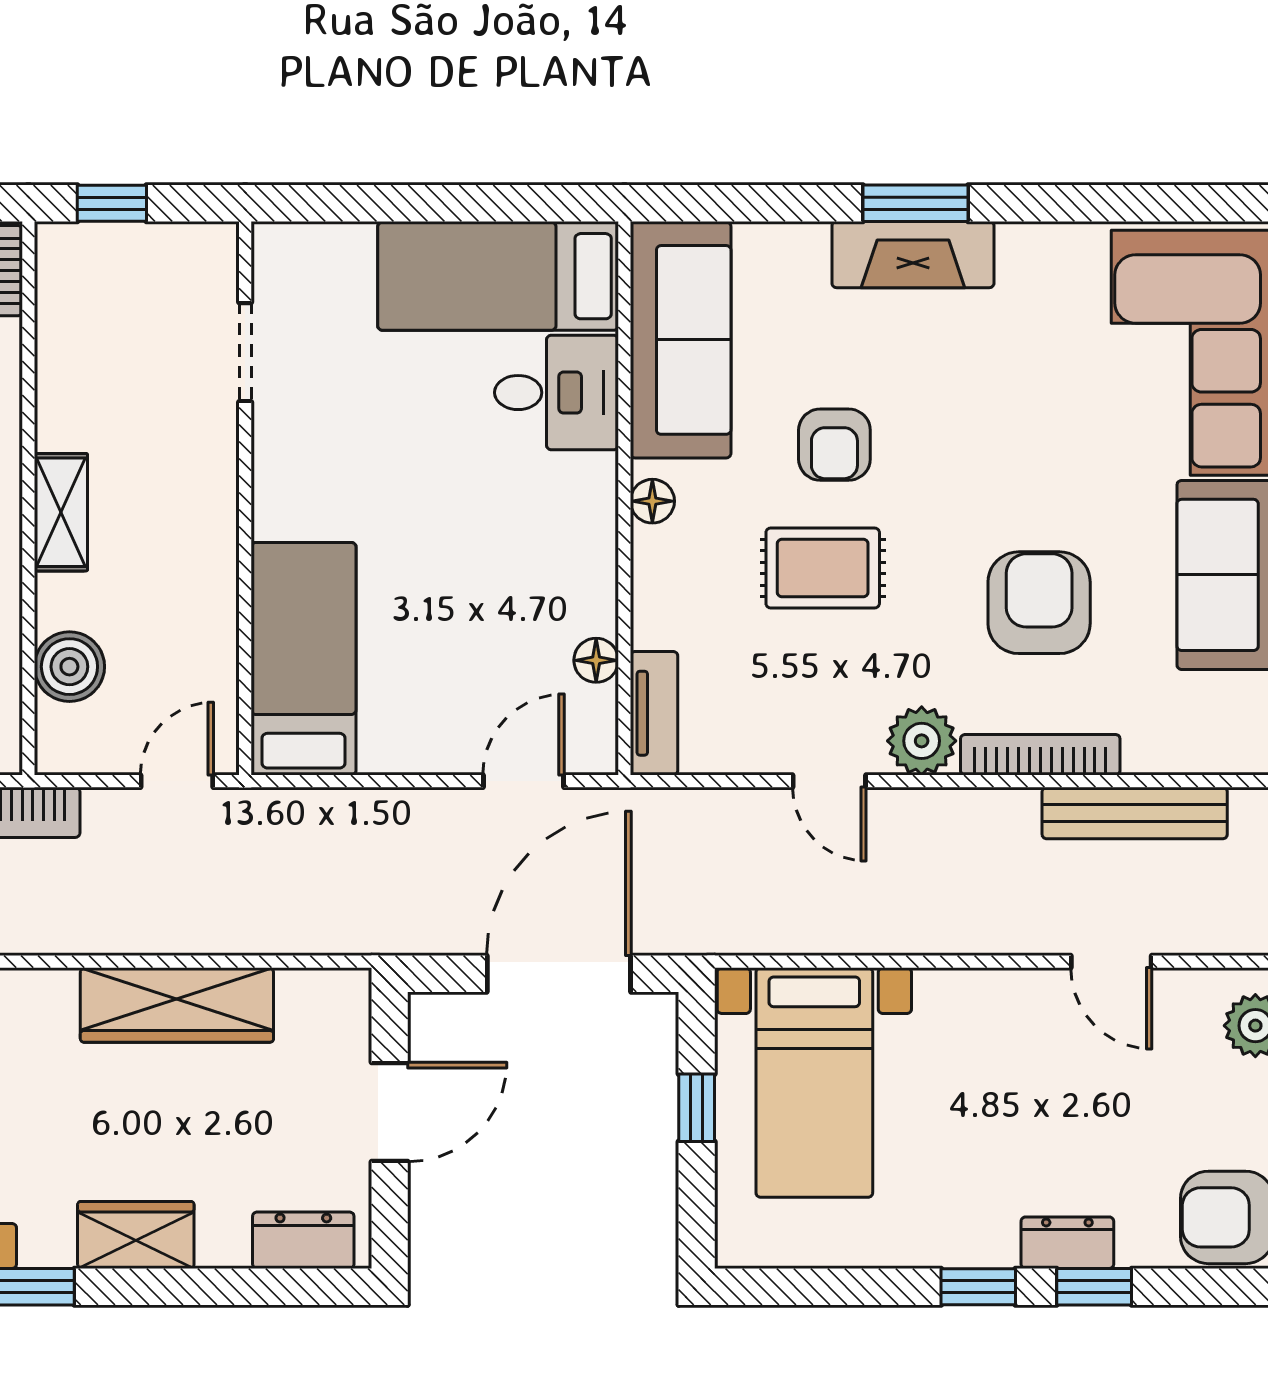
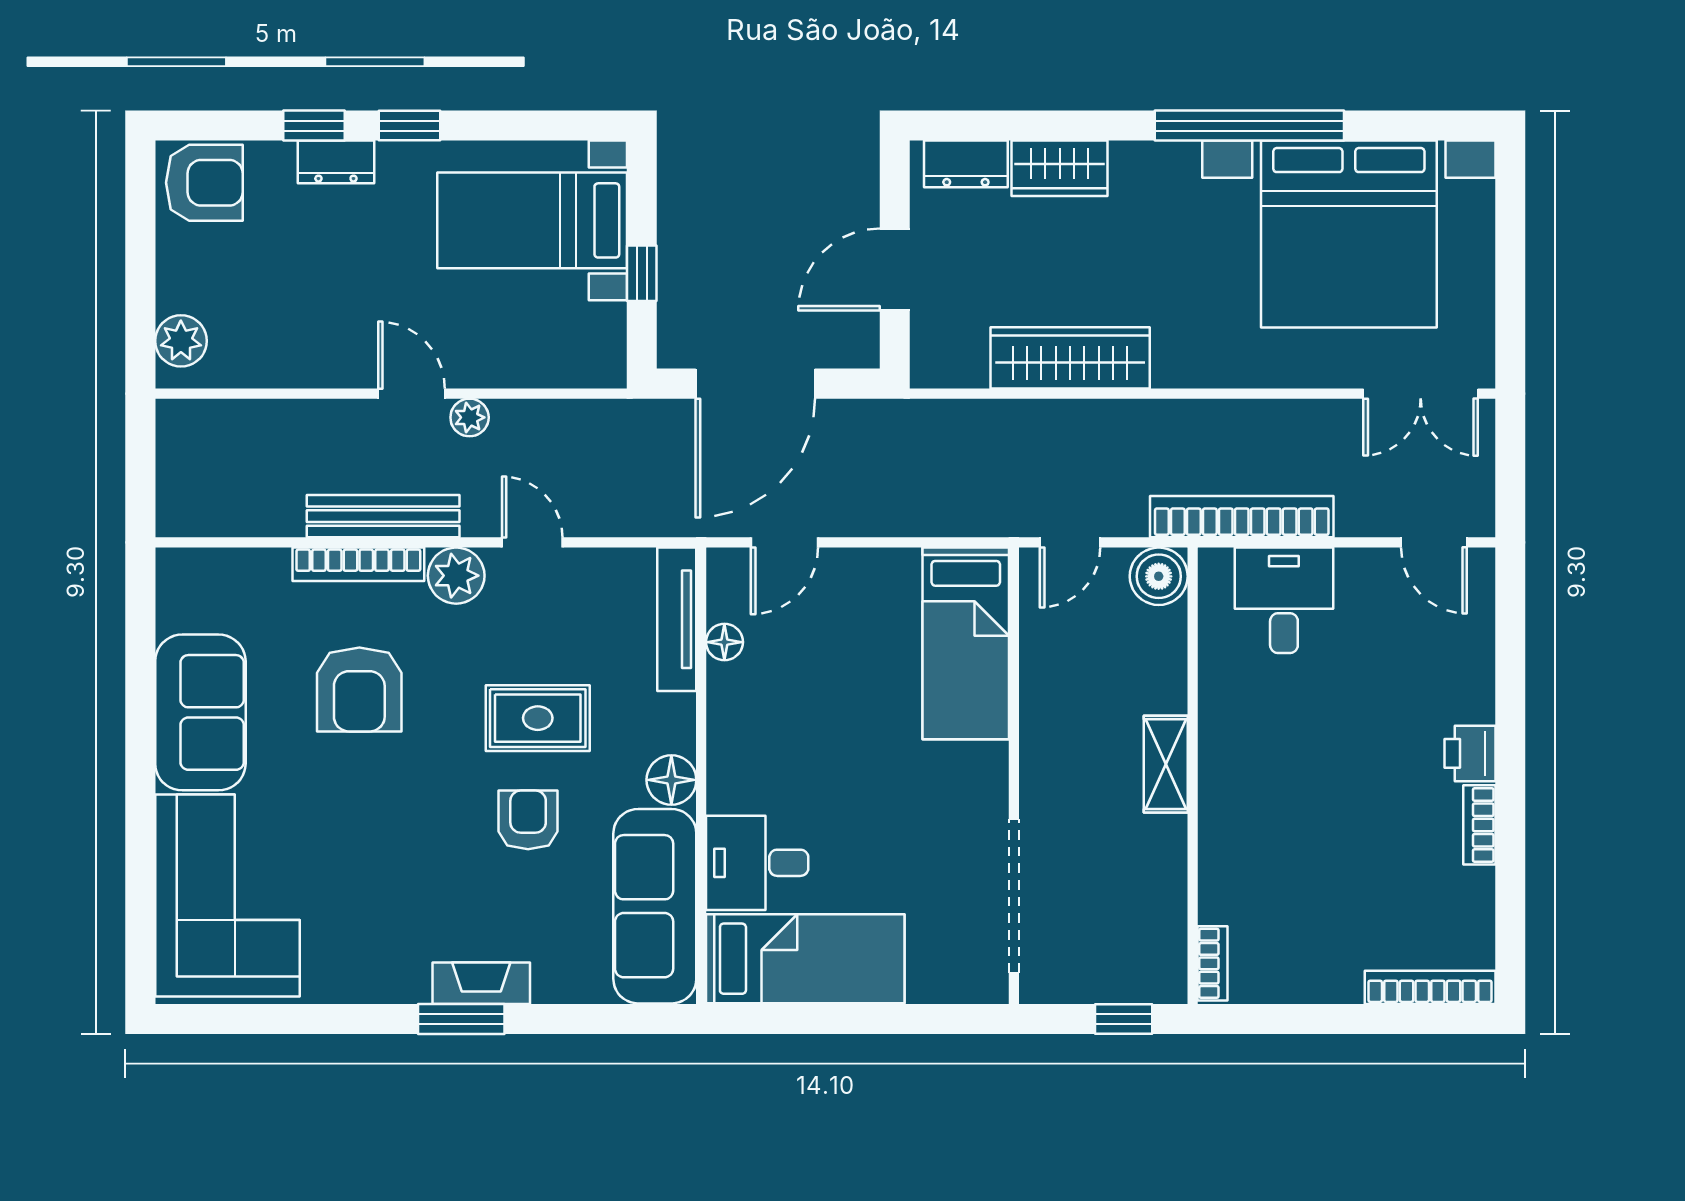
fireplace: (913, 255) -> (481, 983), width x0.73, depth x0.76
doorway: (245, 352) -> (1014, 896), width x1.87
floor lamp: (652, 501) -> (671, 780), width x1.37, depth x1.37
boiler: (69, 667) -> (1159, 576), moved
tv unit: (654, 713) -> (677, 619), width x1.41
bench: (1135, 813) -> (383, 516), moved
plant: (905, 933) -> (470, 417), added
door: (1111, 962) -> (412, 394), moved
bed with nightstands: (814, 1083) -> (532, 220), moved, turned -90
wardrobe: (136, 1235) -> (1060, 168), moved

